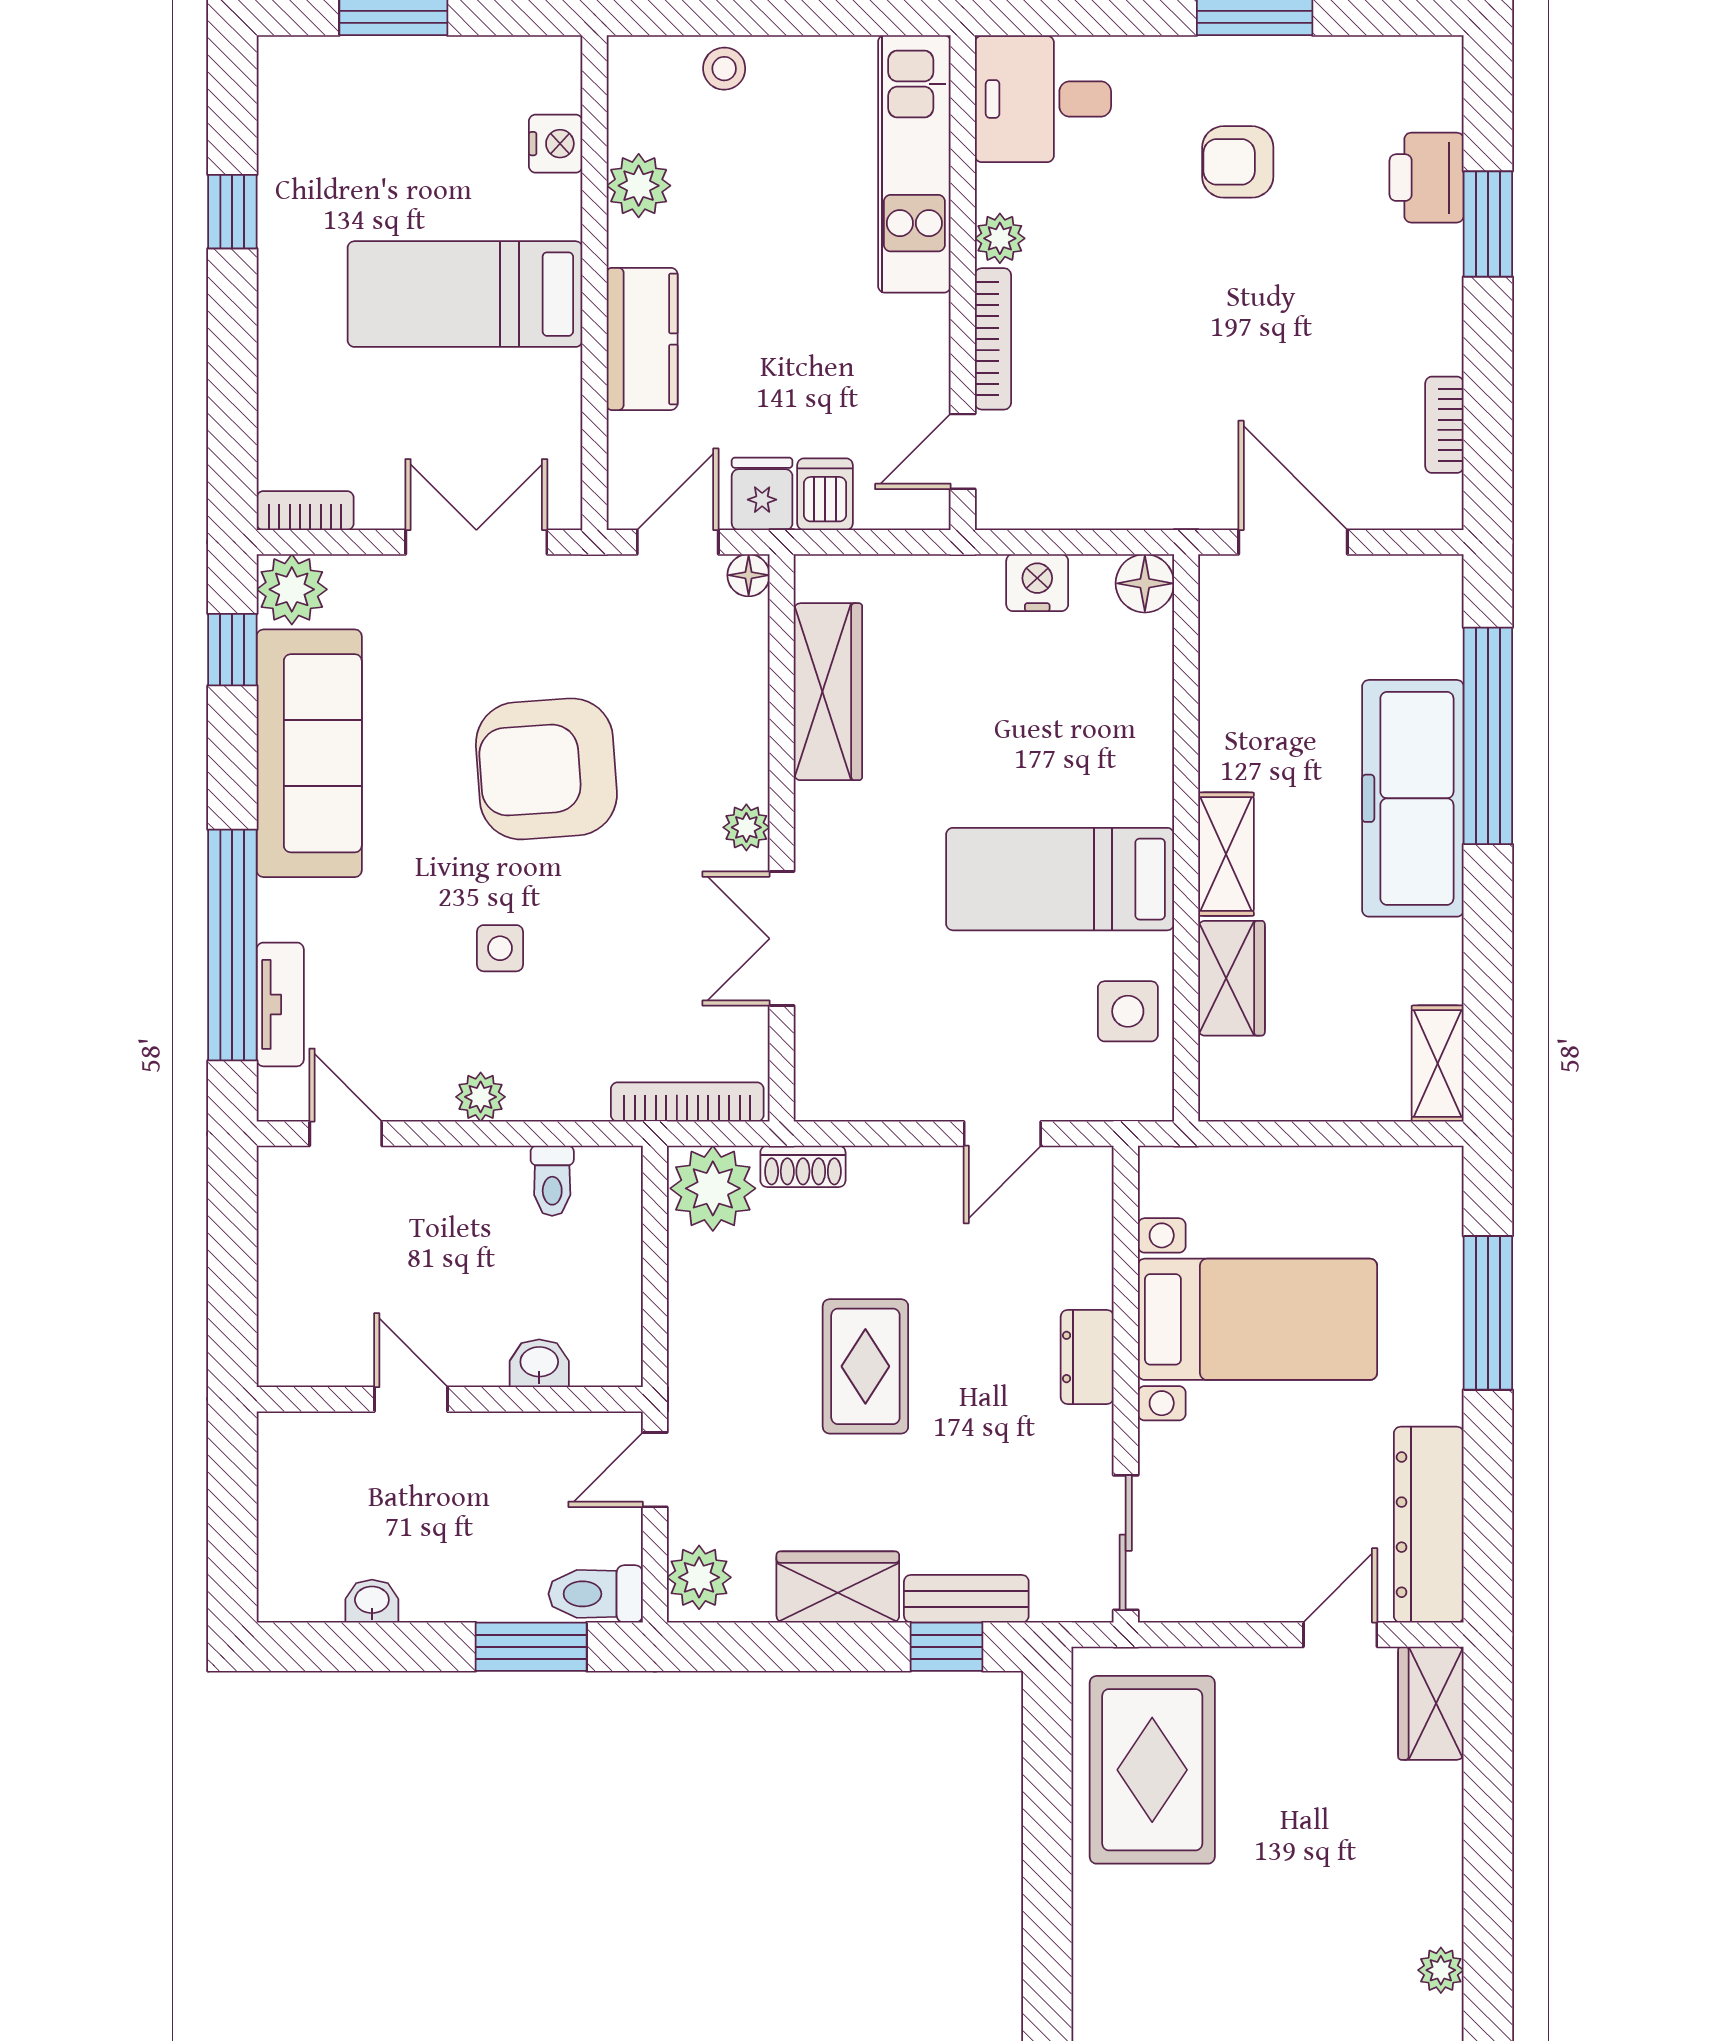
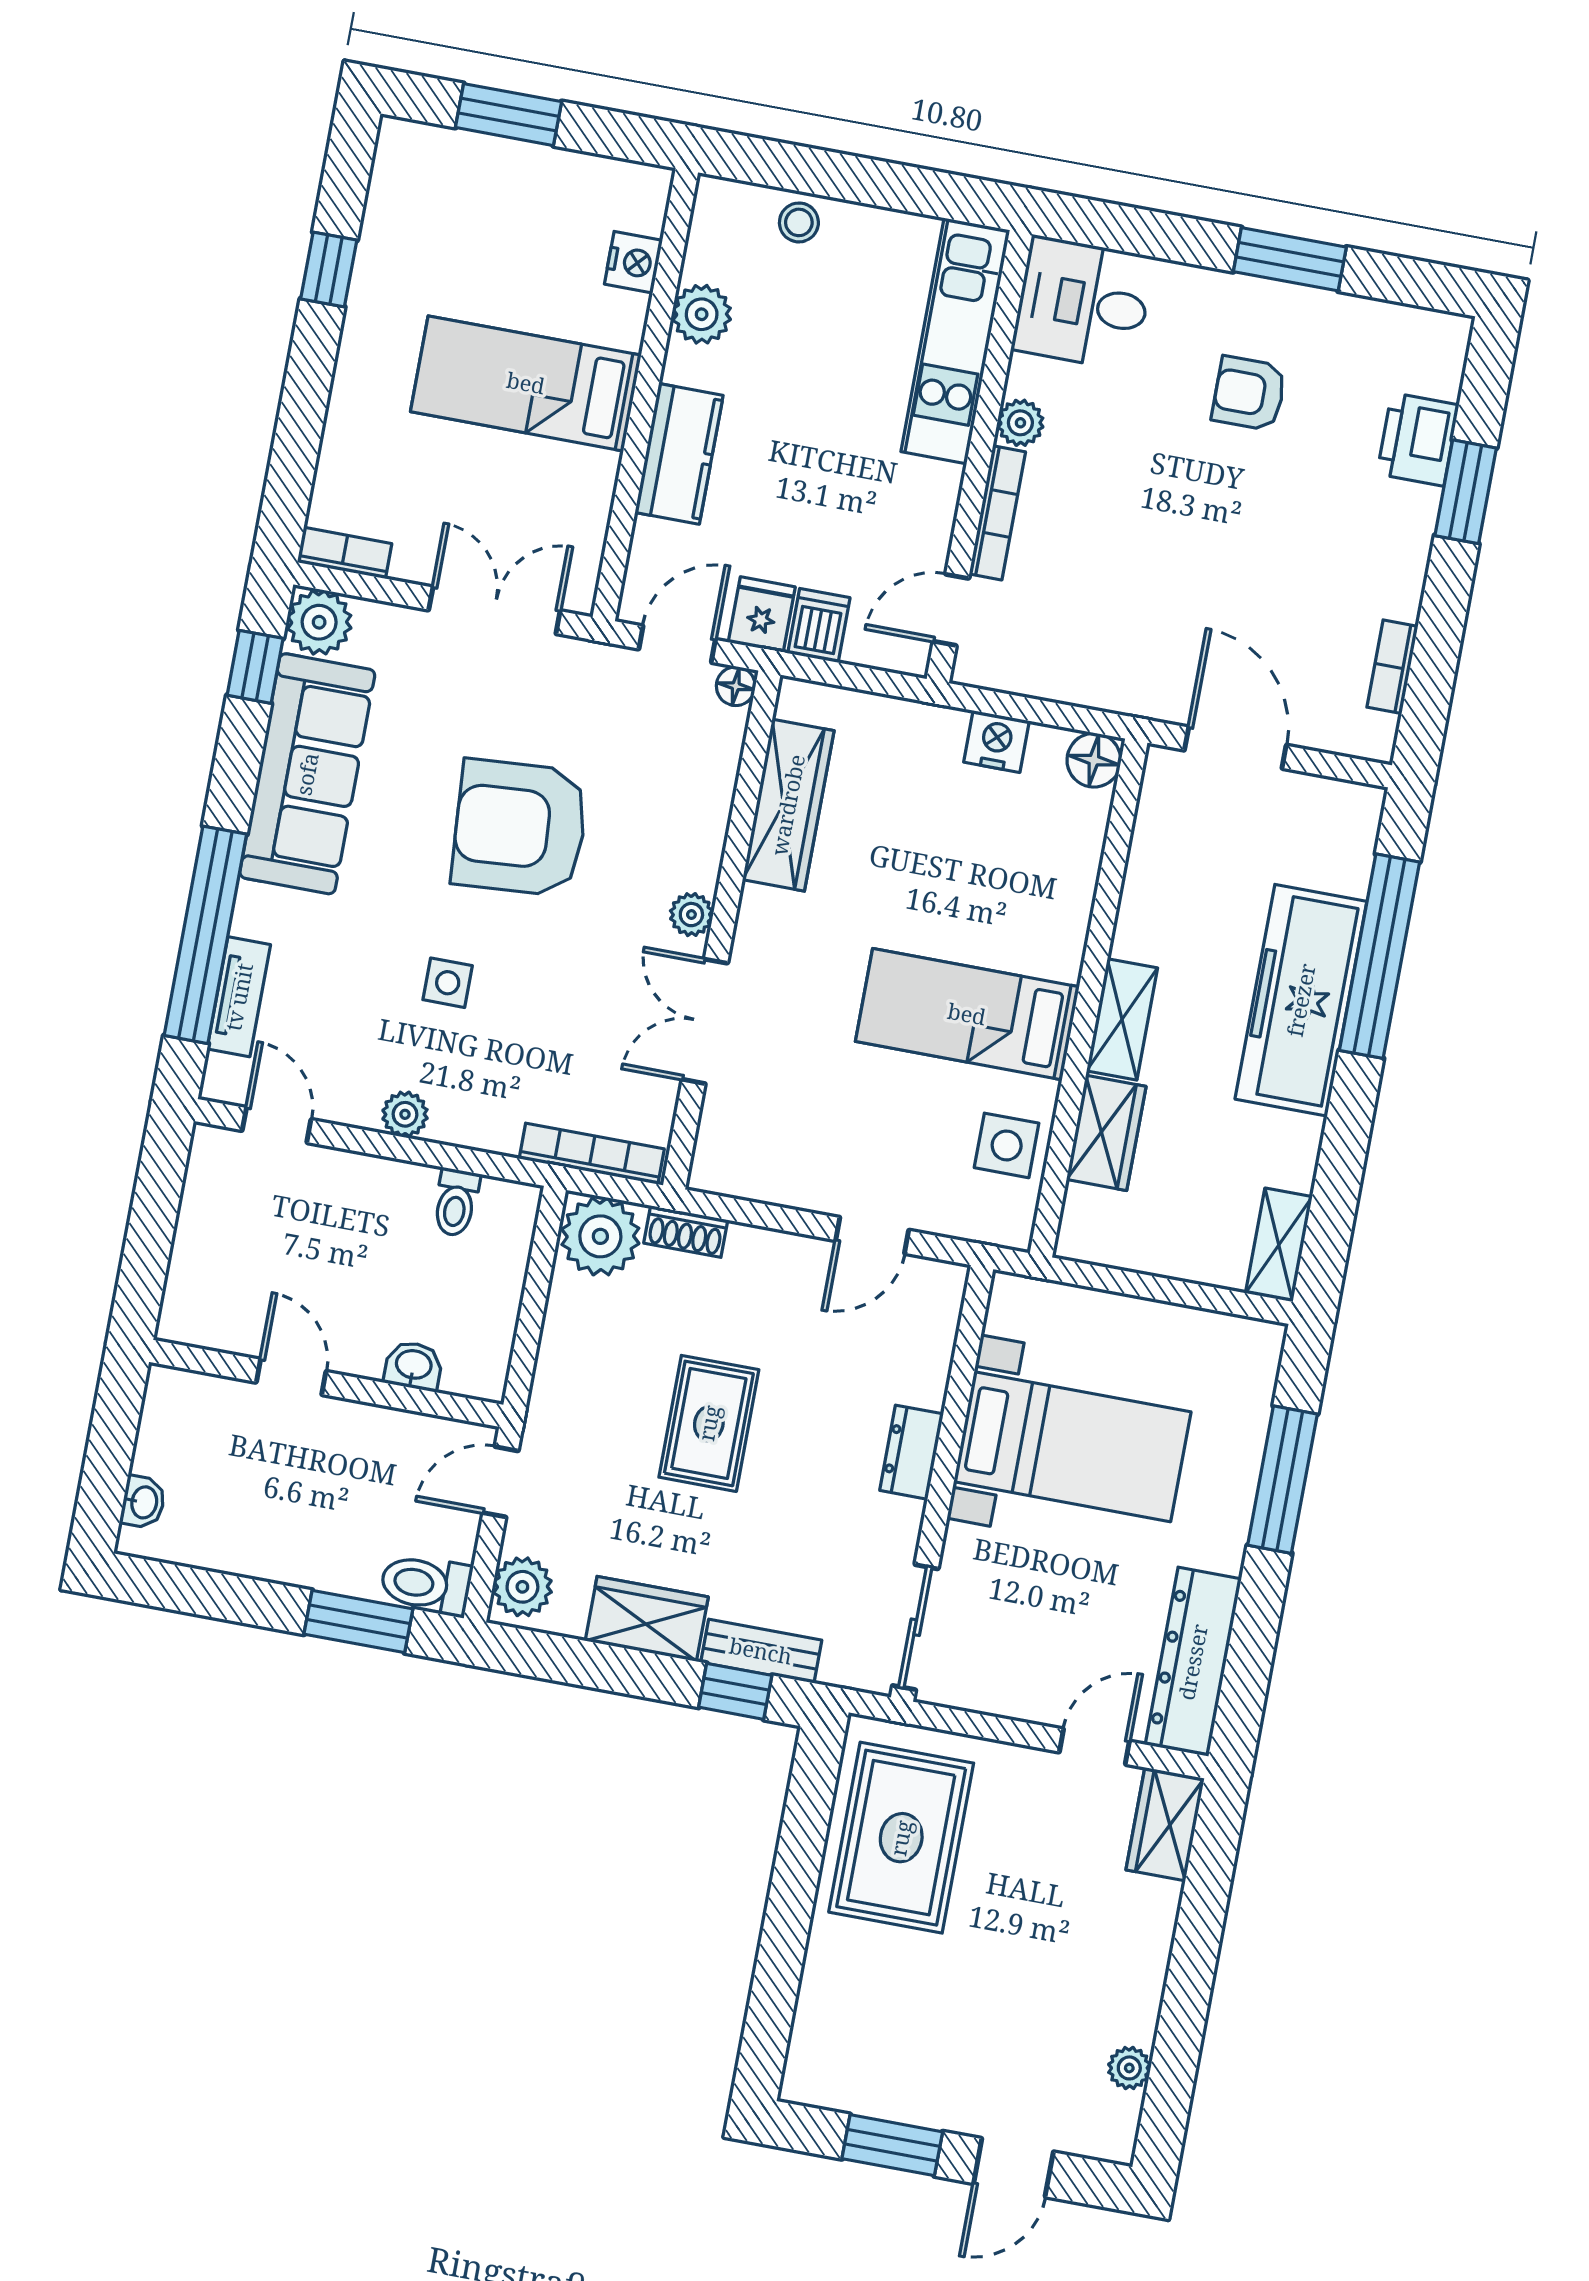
washbasin: (372, 1601) -> (143, 1502), moved, turned 90

